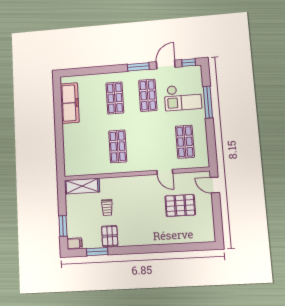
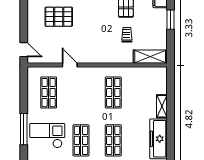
shelving: (68, 136) -> (162, 106), added
pallet: (180, 205) -> (59, 17), moved

